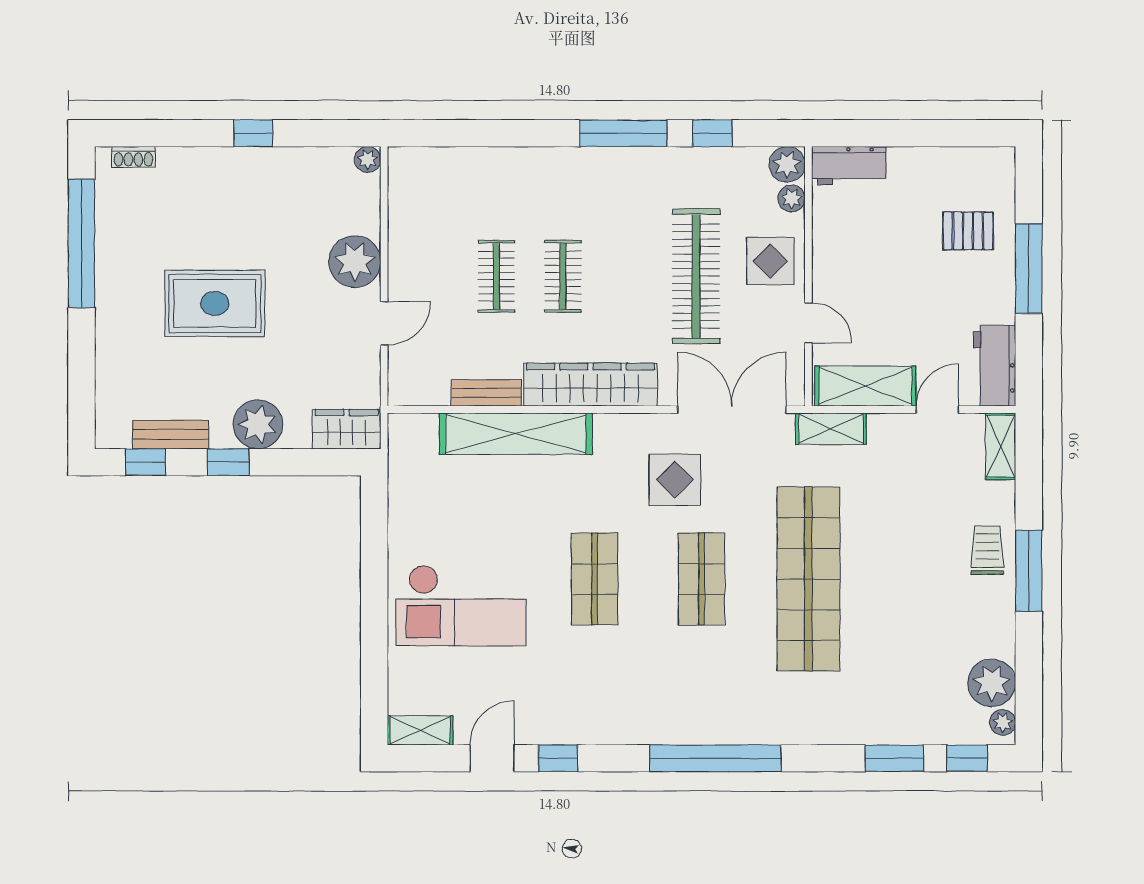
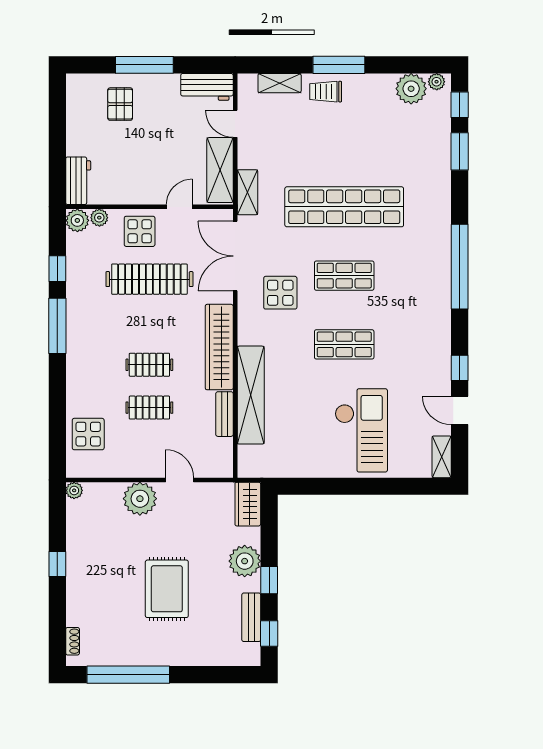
display table: (455, 181) -> (88, 434), added
shelving: (1001, 446) -> (280, 83), moved

